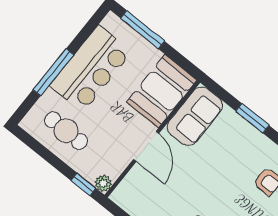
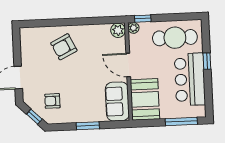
window: (53, 72) -> (207, 61), width x0.46
cafe table: (66, 131) -> (175, 38), width x1.37, depth x1.35
plant: (123, 196) -> (118, 30), added

